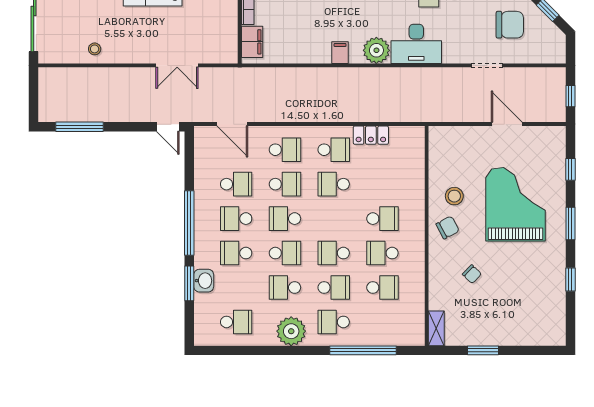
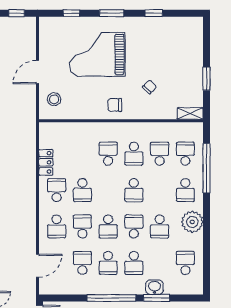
door: (507, 124) -> (37, 72), moved
school desk: (285, 150) -> (57, 226), turned 180
stool: (454, 196) -> (54, 99), moved
chair: (448, 227) -> (115, 105), turned -62
school desk: (334, 288) -> (185, 154), moved

